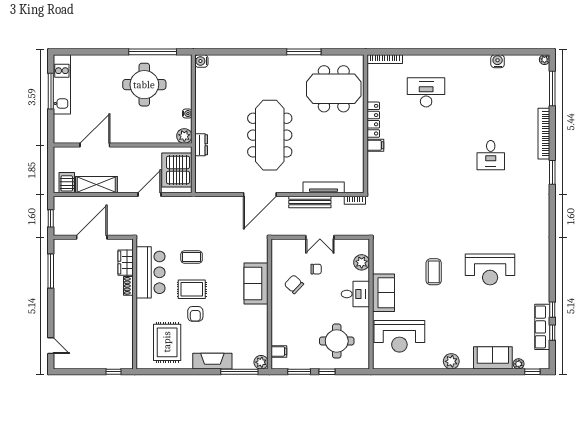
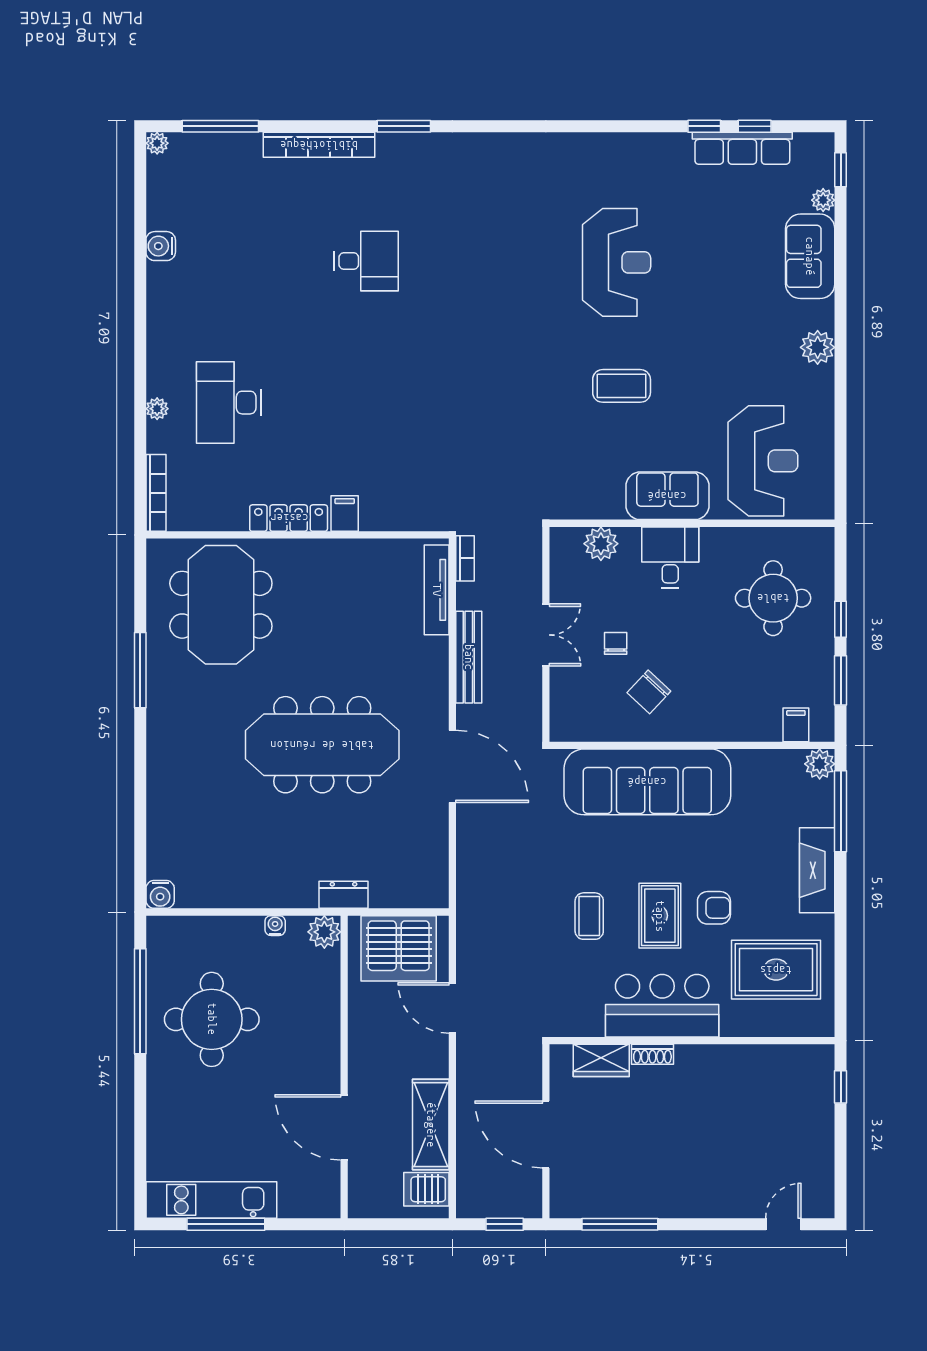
plant: (423, 60) -> (157, 409), added
tv unit: (324, 187) -> (437, 590), moved
bar counter: (151, 272) -> (662, 1006), moved
sofa: (256, 284) -> (647, 782), width x1.85, depth x1.27

